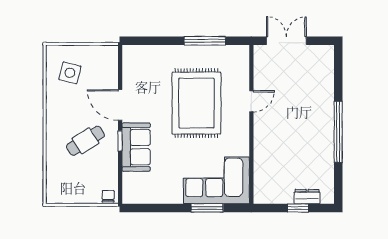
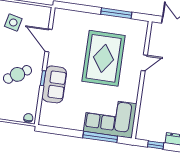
door: (120, 105) -> (48, 41), moved
window: (207, 208) -> (100, 137), width x1.44
window: (298, 208) -> (156, 145), moved

